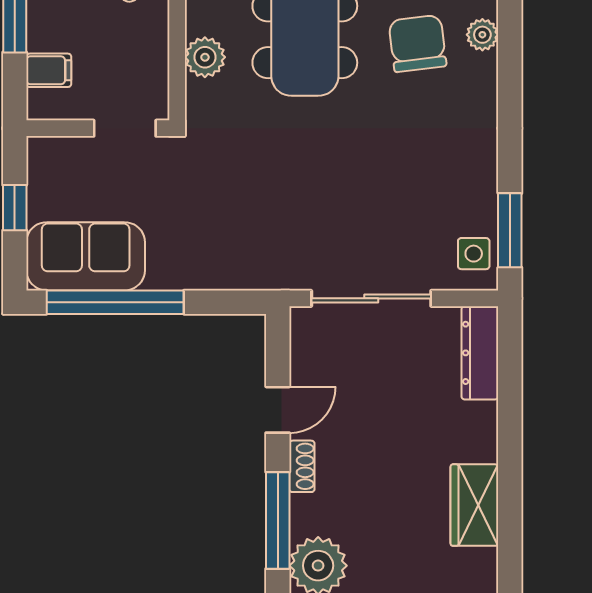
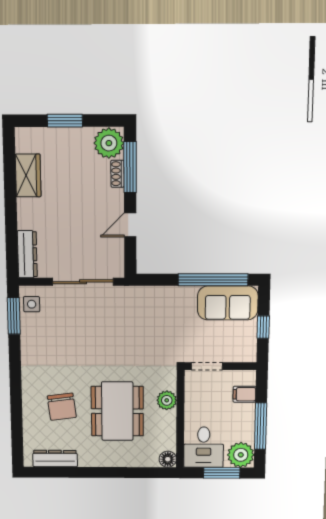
plant: (482, 35) -> (30, 411), removed
shoe rack: (302, 466) -> (118, 174), moved

